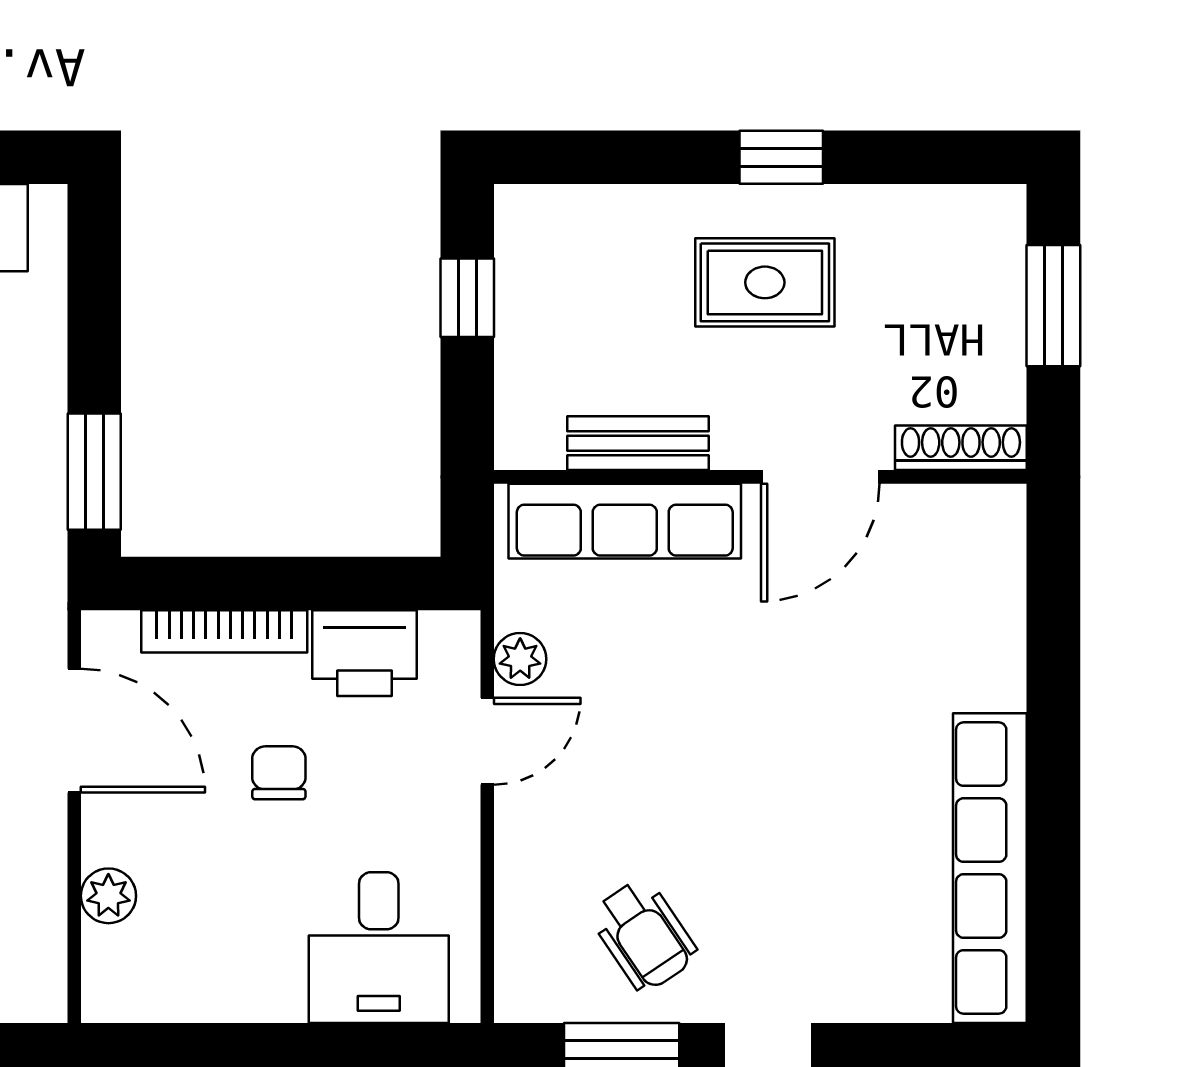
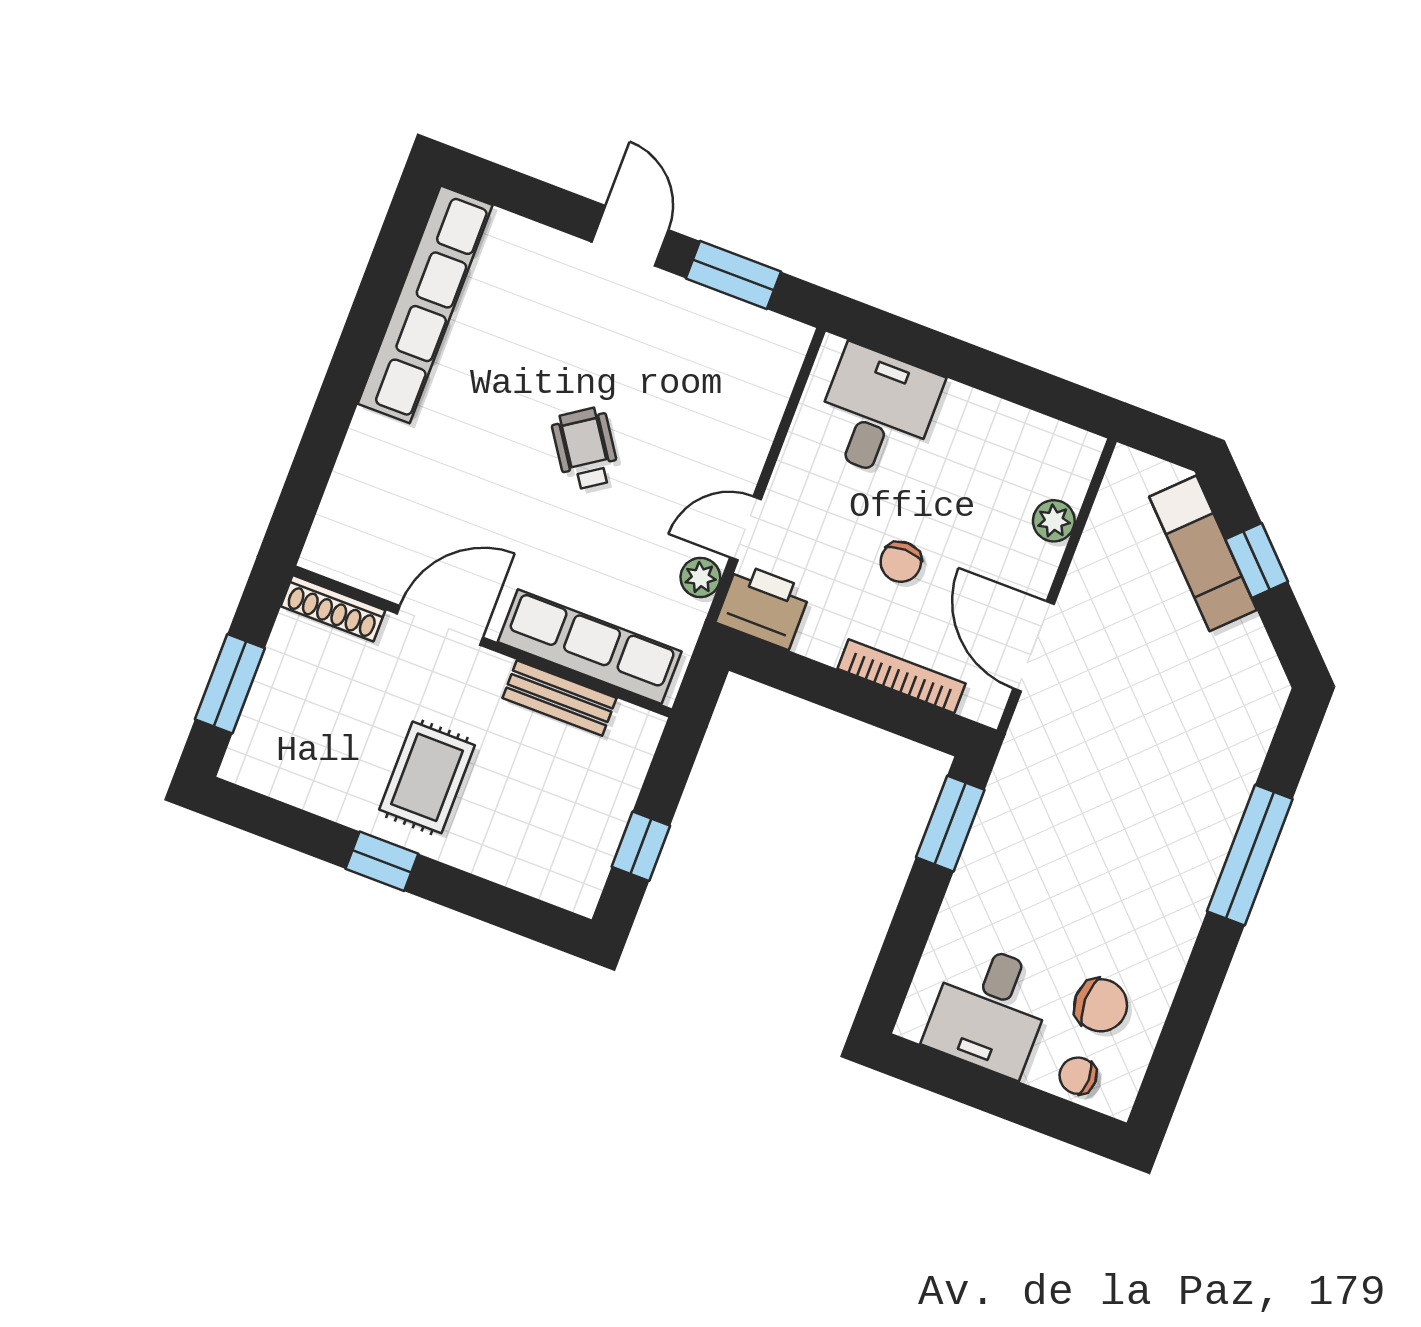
rug: (765, 282) -> (427, 777), turned 90
printer: (365, 653) -> (763, 606), moved
wheelchair: (644, 935) -> (585, 449), moved

